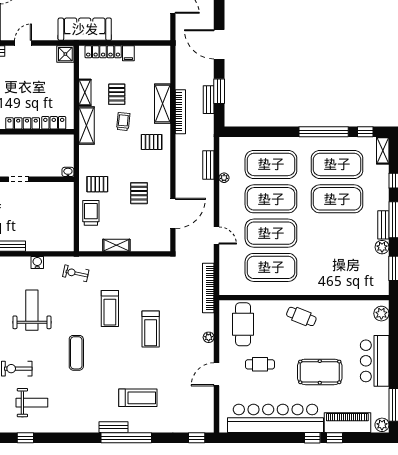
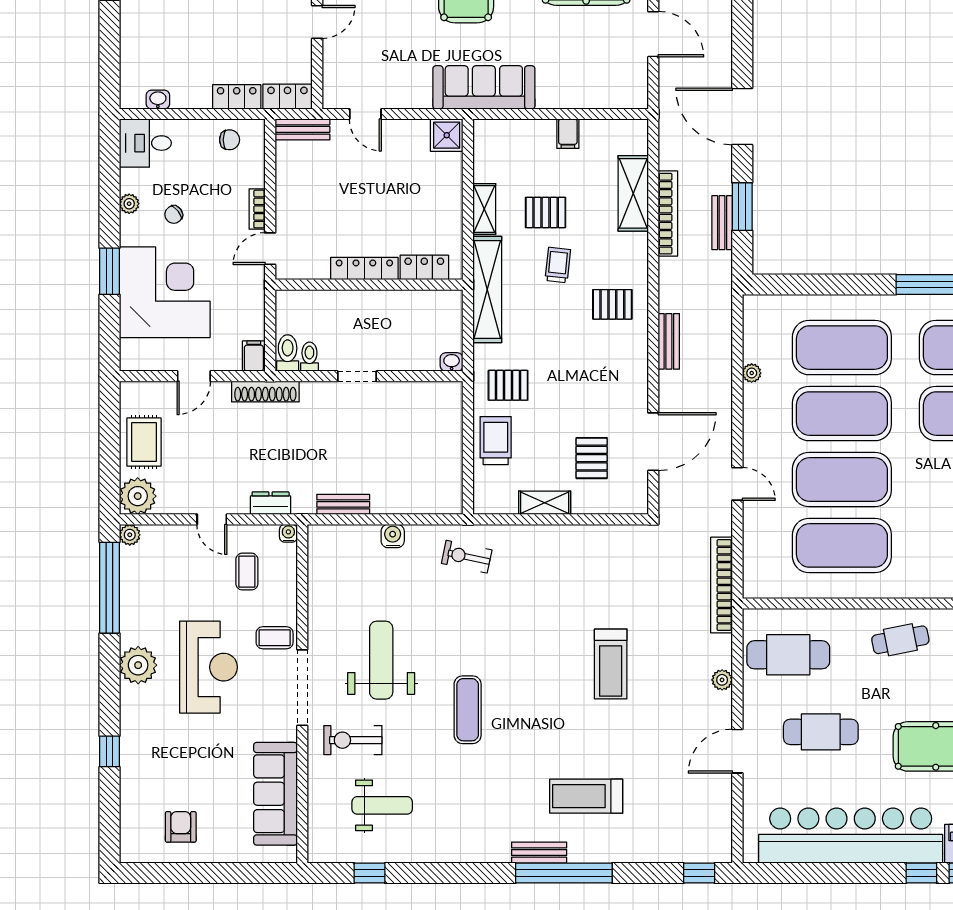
door: (23, 43) -> (365, 114), swing flipped
locker: (103, 52) -> (519, 131), removed
pallet: (117, 94) -> (546, 212), turned 90
shelving: (162, 104) -> (633, 193), moved
bookcase: (180, 112) -> (668, 214), moved
shelving: (87, 126) -> (487, 289), width x1.47
bench: (208, 165) -> (669, 341), moved
pallet: (139, 193) -> (592, 458), moved
treadmill: (110, 309) -> (532, 624), removed
weight bench: (32, 310) -> (381, 660), moved
cafe table: (301, 316) -> (900, 640), turned -33
cafe table: (243, 324) -> (788, 655), turned 90
cafe table: (260, 364) -> (821, 732), width x1.37, depth x1.35
treadmill: (138, 398) -> (586, 796), turned 180

